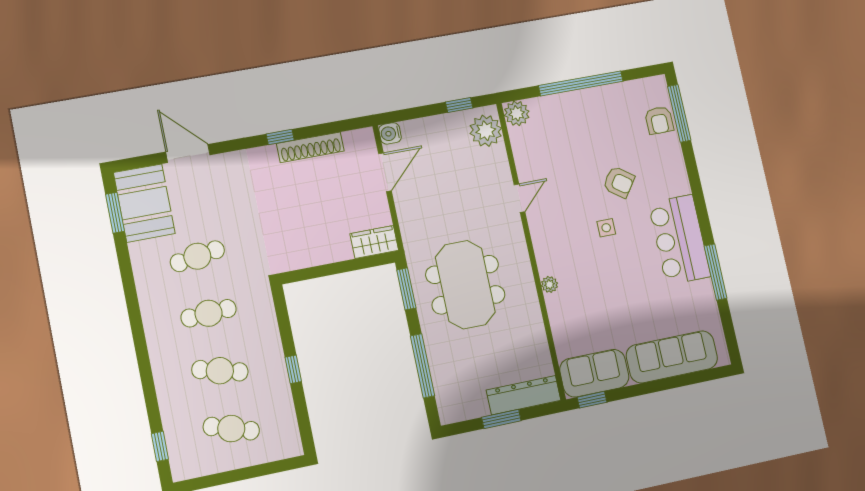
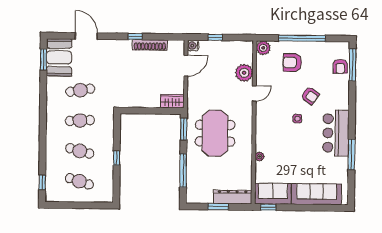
window: (459, 105) -> (215, 37), moved
armchair: (574, 129) -> (292, 62), added
plant: (486, 131) -> (244, 73), moved
plant: (549, 284) -> (260, 157), moved

